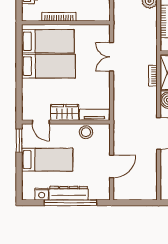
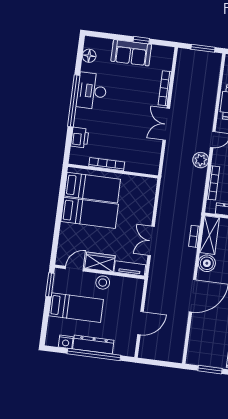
double door: (112, 57) -> (151, 241), moved
door: (41, 122) -> (74, 269), swing flipped
stool: (86, 132) -> (103, 283), moved

